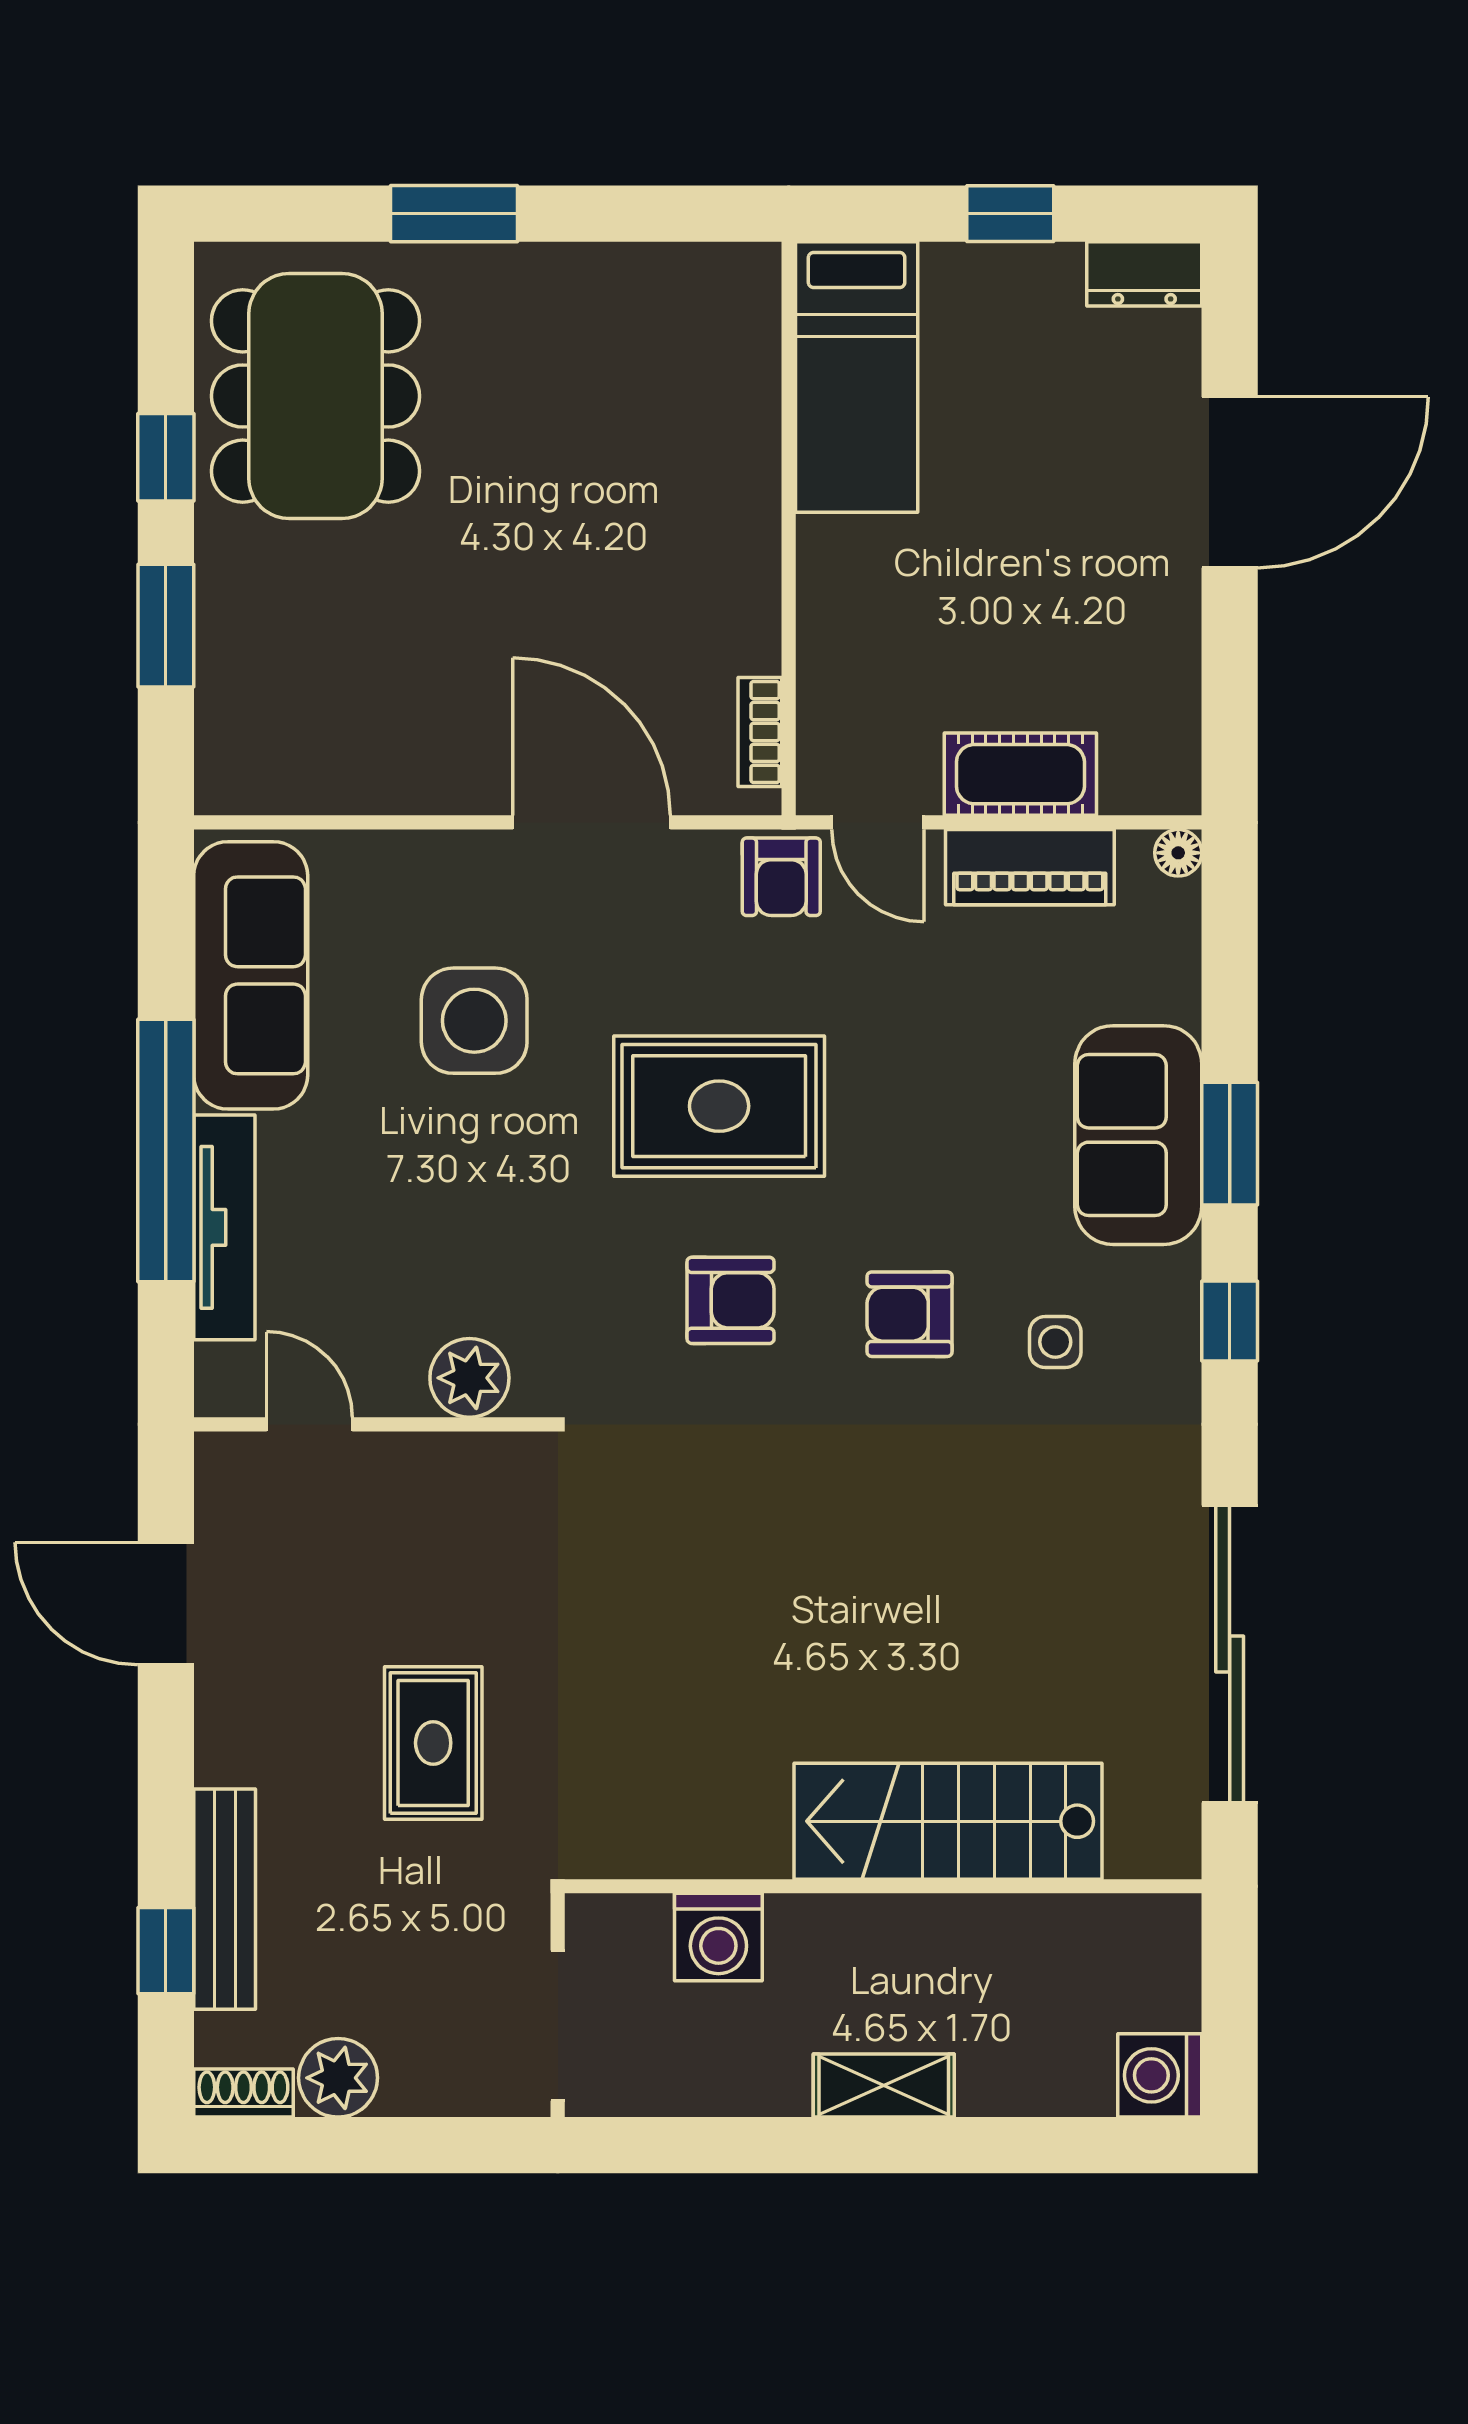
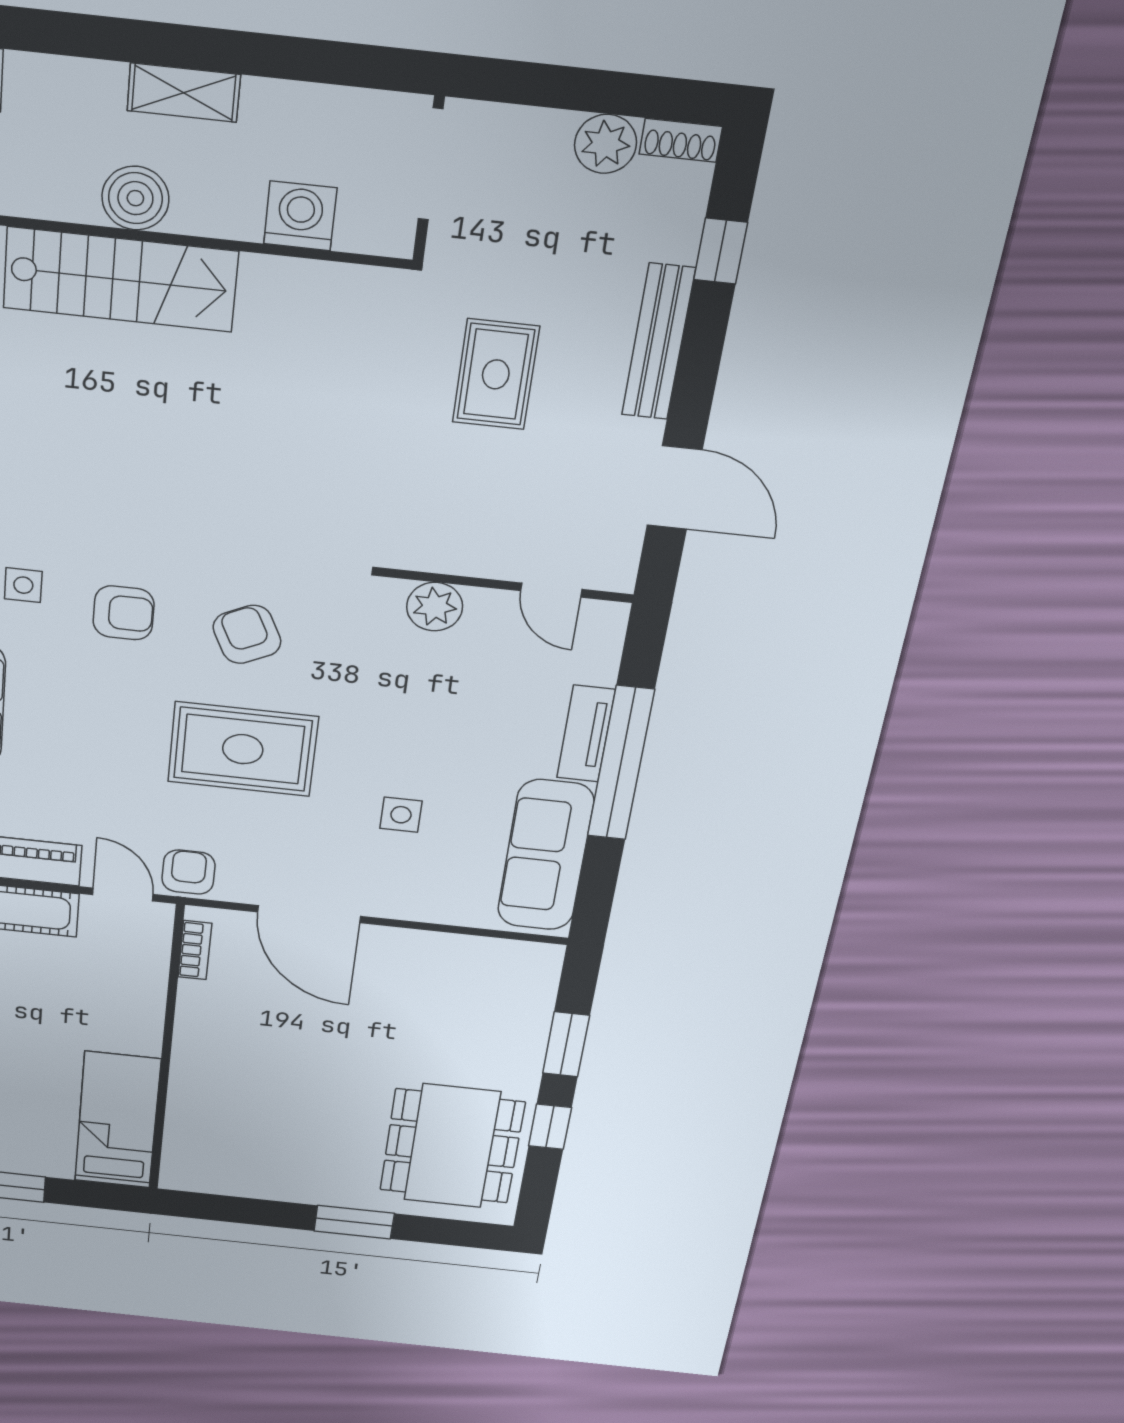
side table: (474, 1021) -> (401, 815), width x0.54, depth x0.54
tv unit: (224, 1227) -> (586, 734), width x0.71
armchair: (731, 1300) -> (247, 634), turned 64
bench: (225, 1899) -> (658, 342), moved
boiler: (936, 1937) -> (135, 198), added

